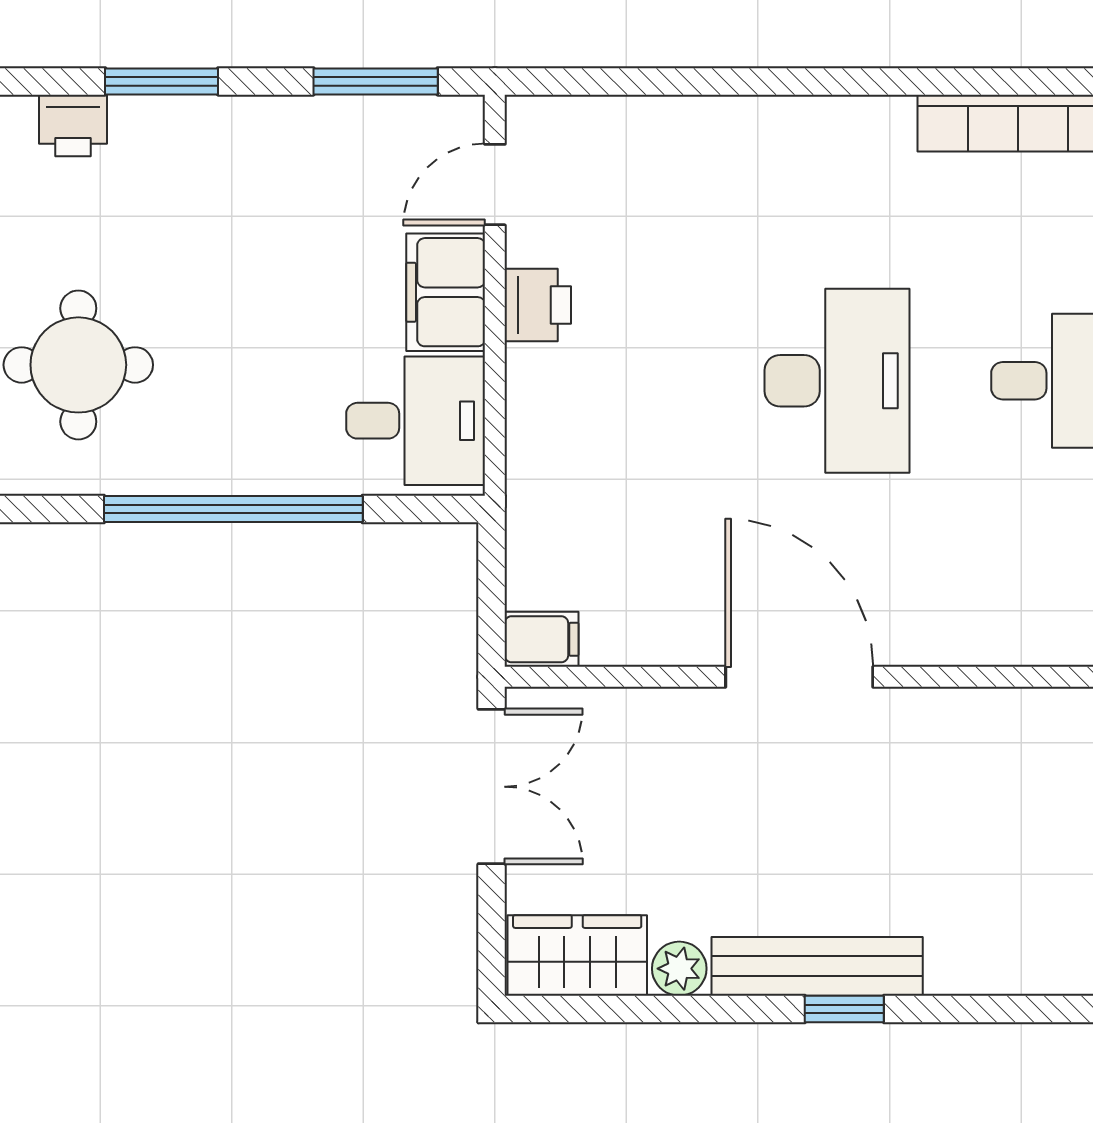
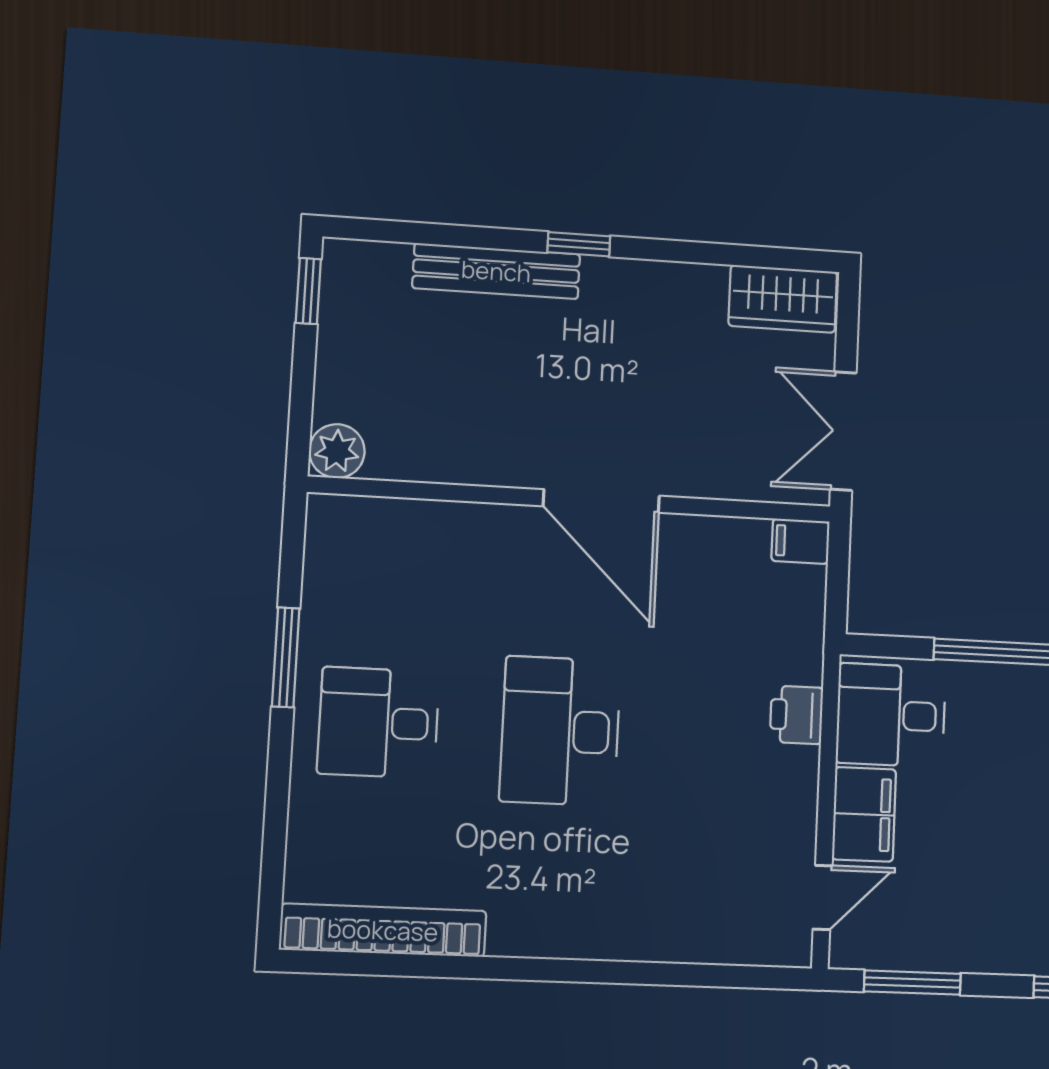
printer: (538, 305) -> (796, 715), moved
bench: (817, 966) -> (496, 271), moved
plant: (679, 969) -> (705, 284), removed

